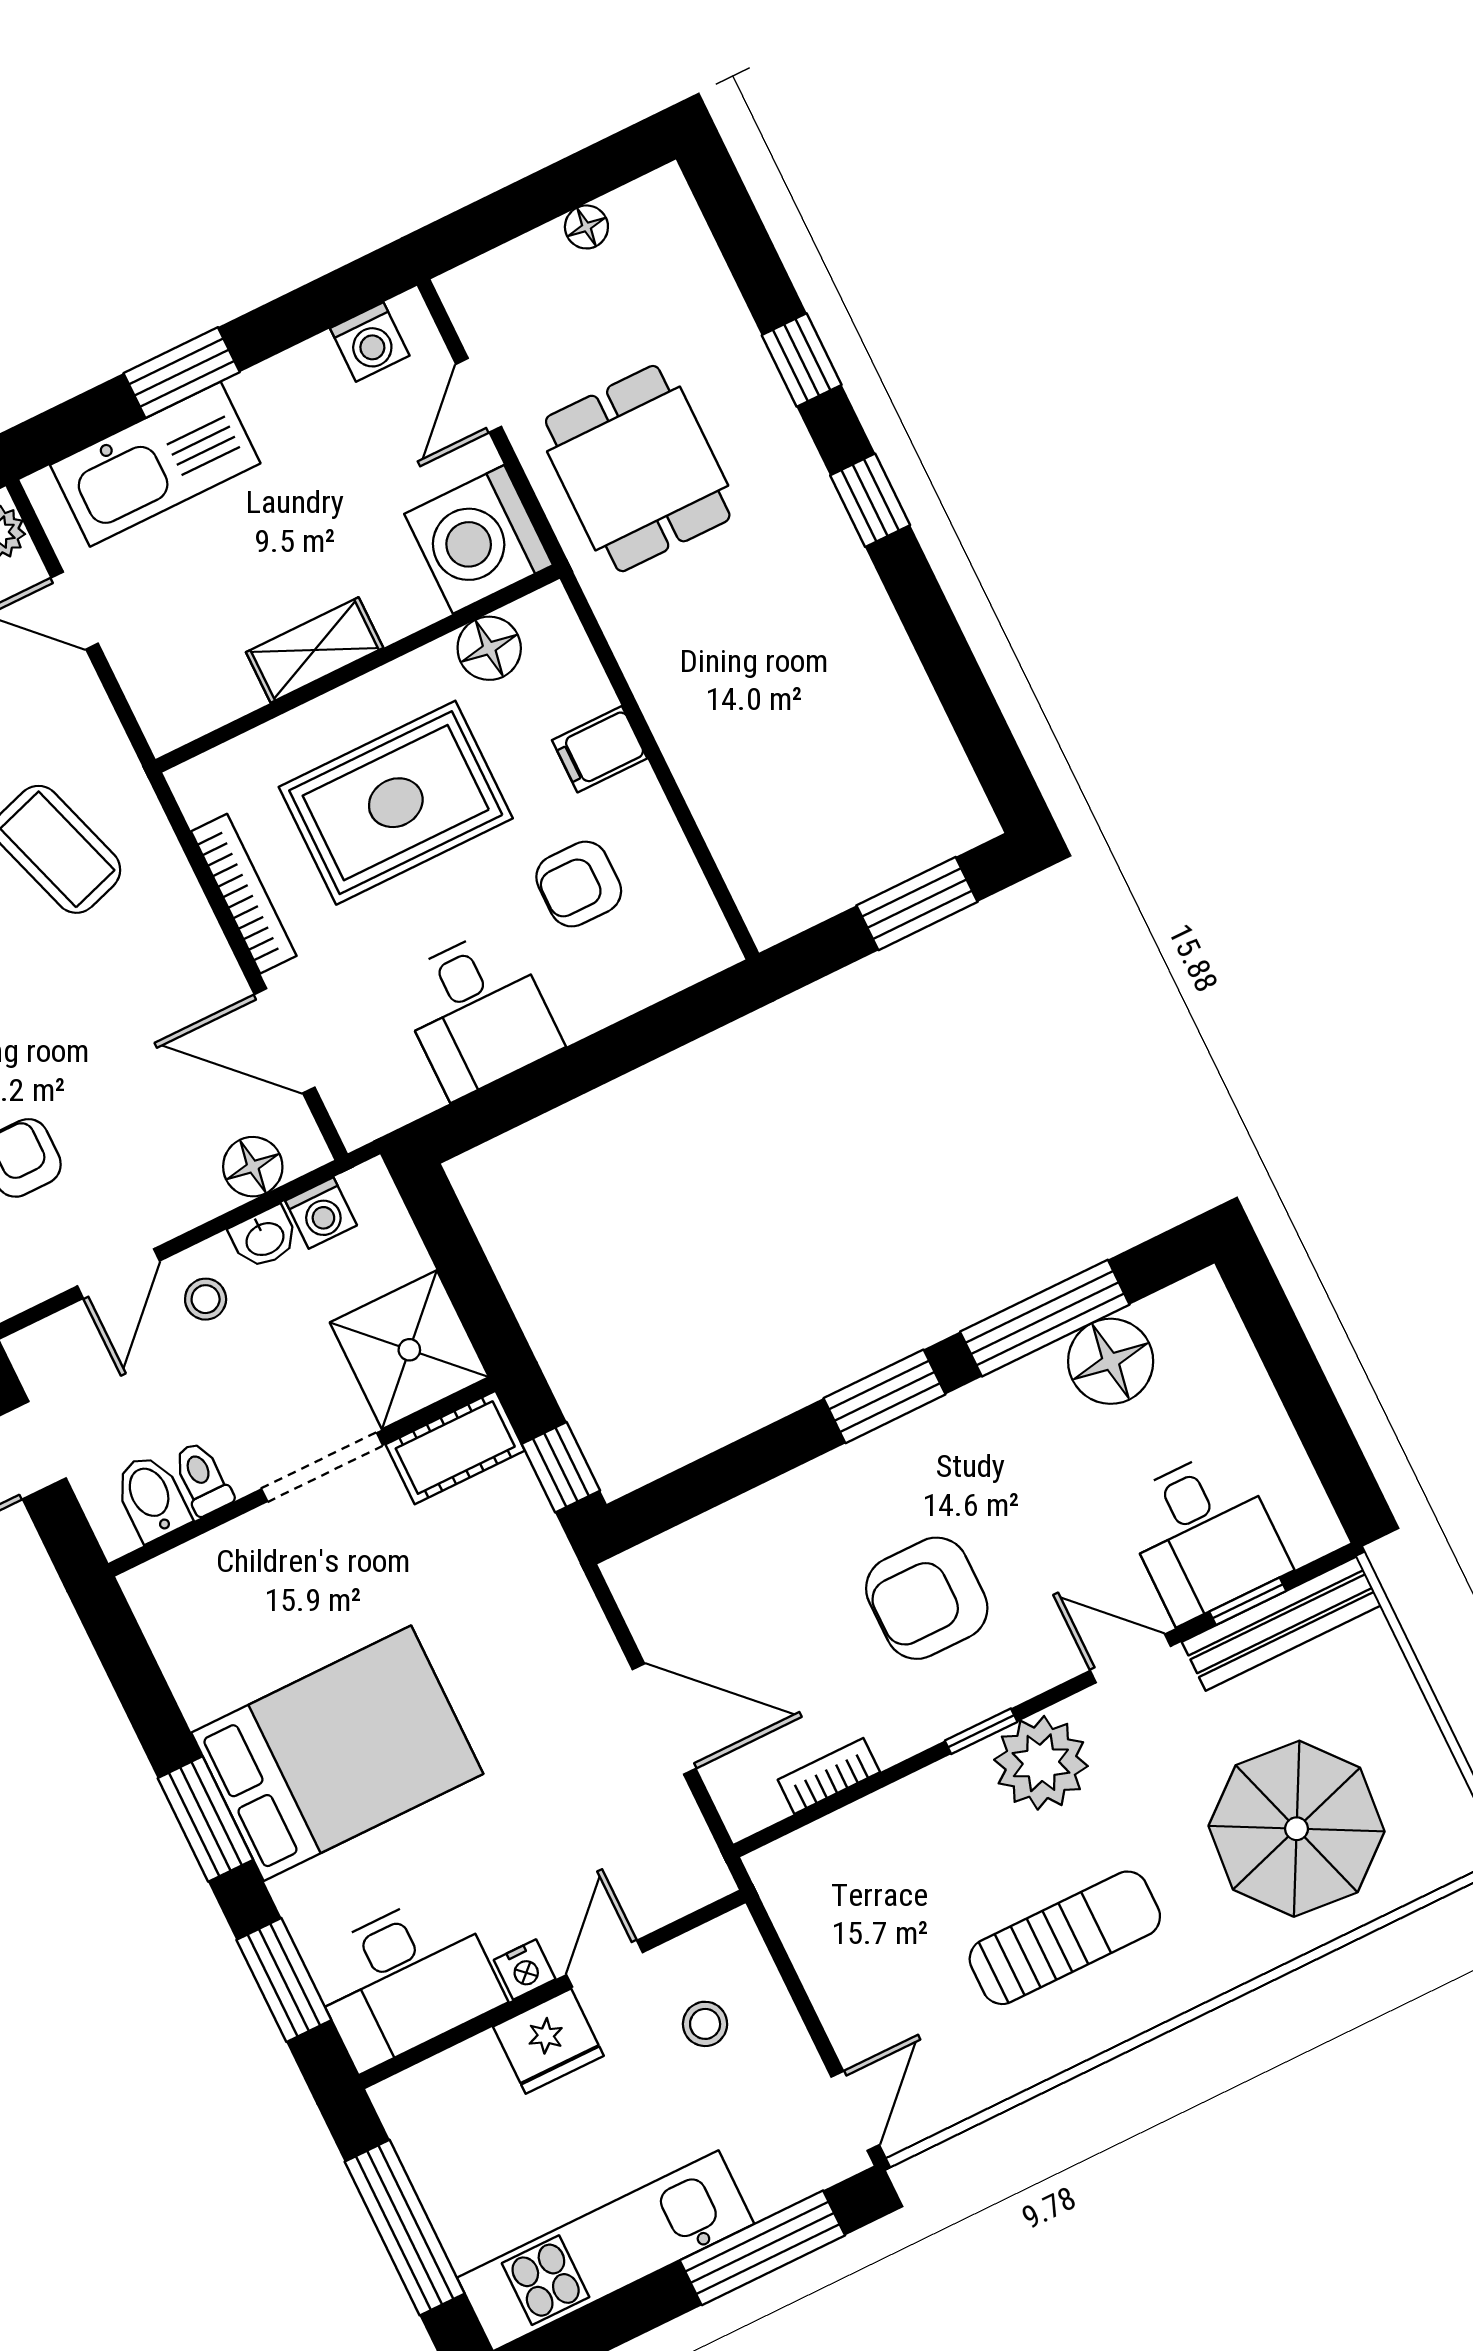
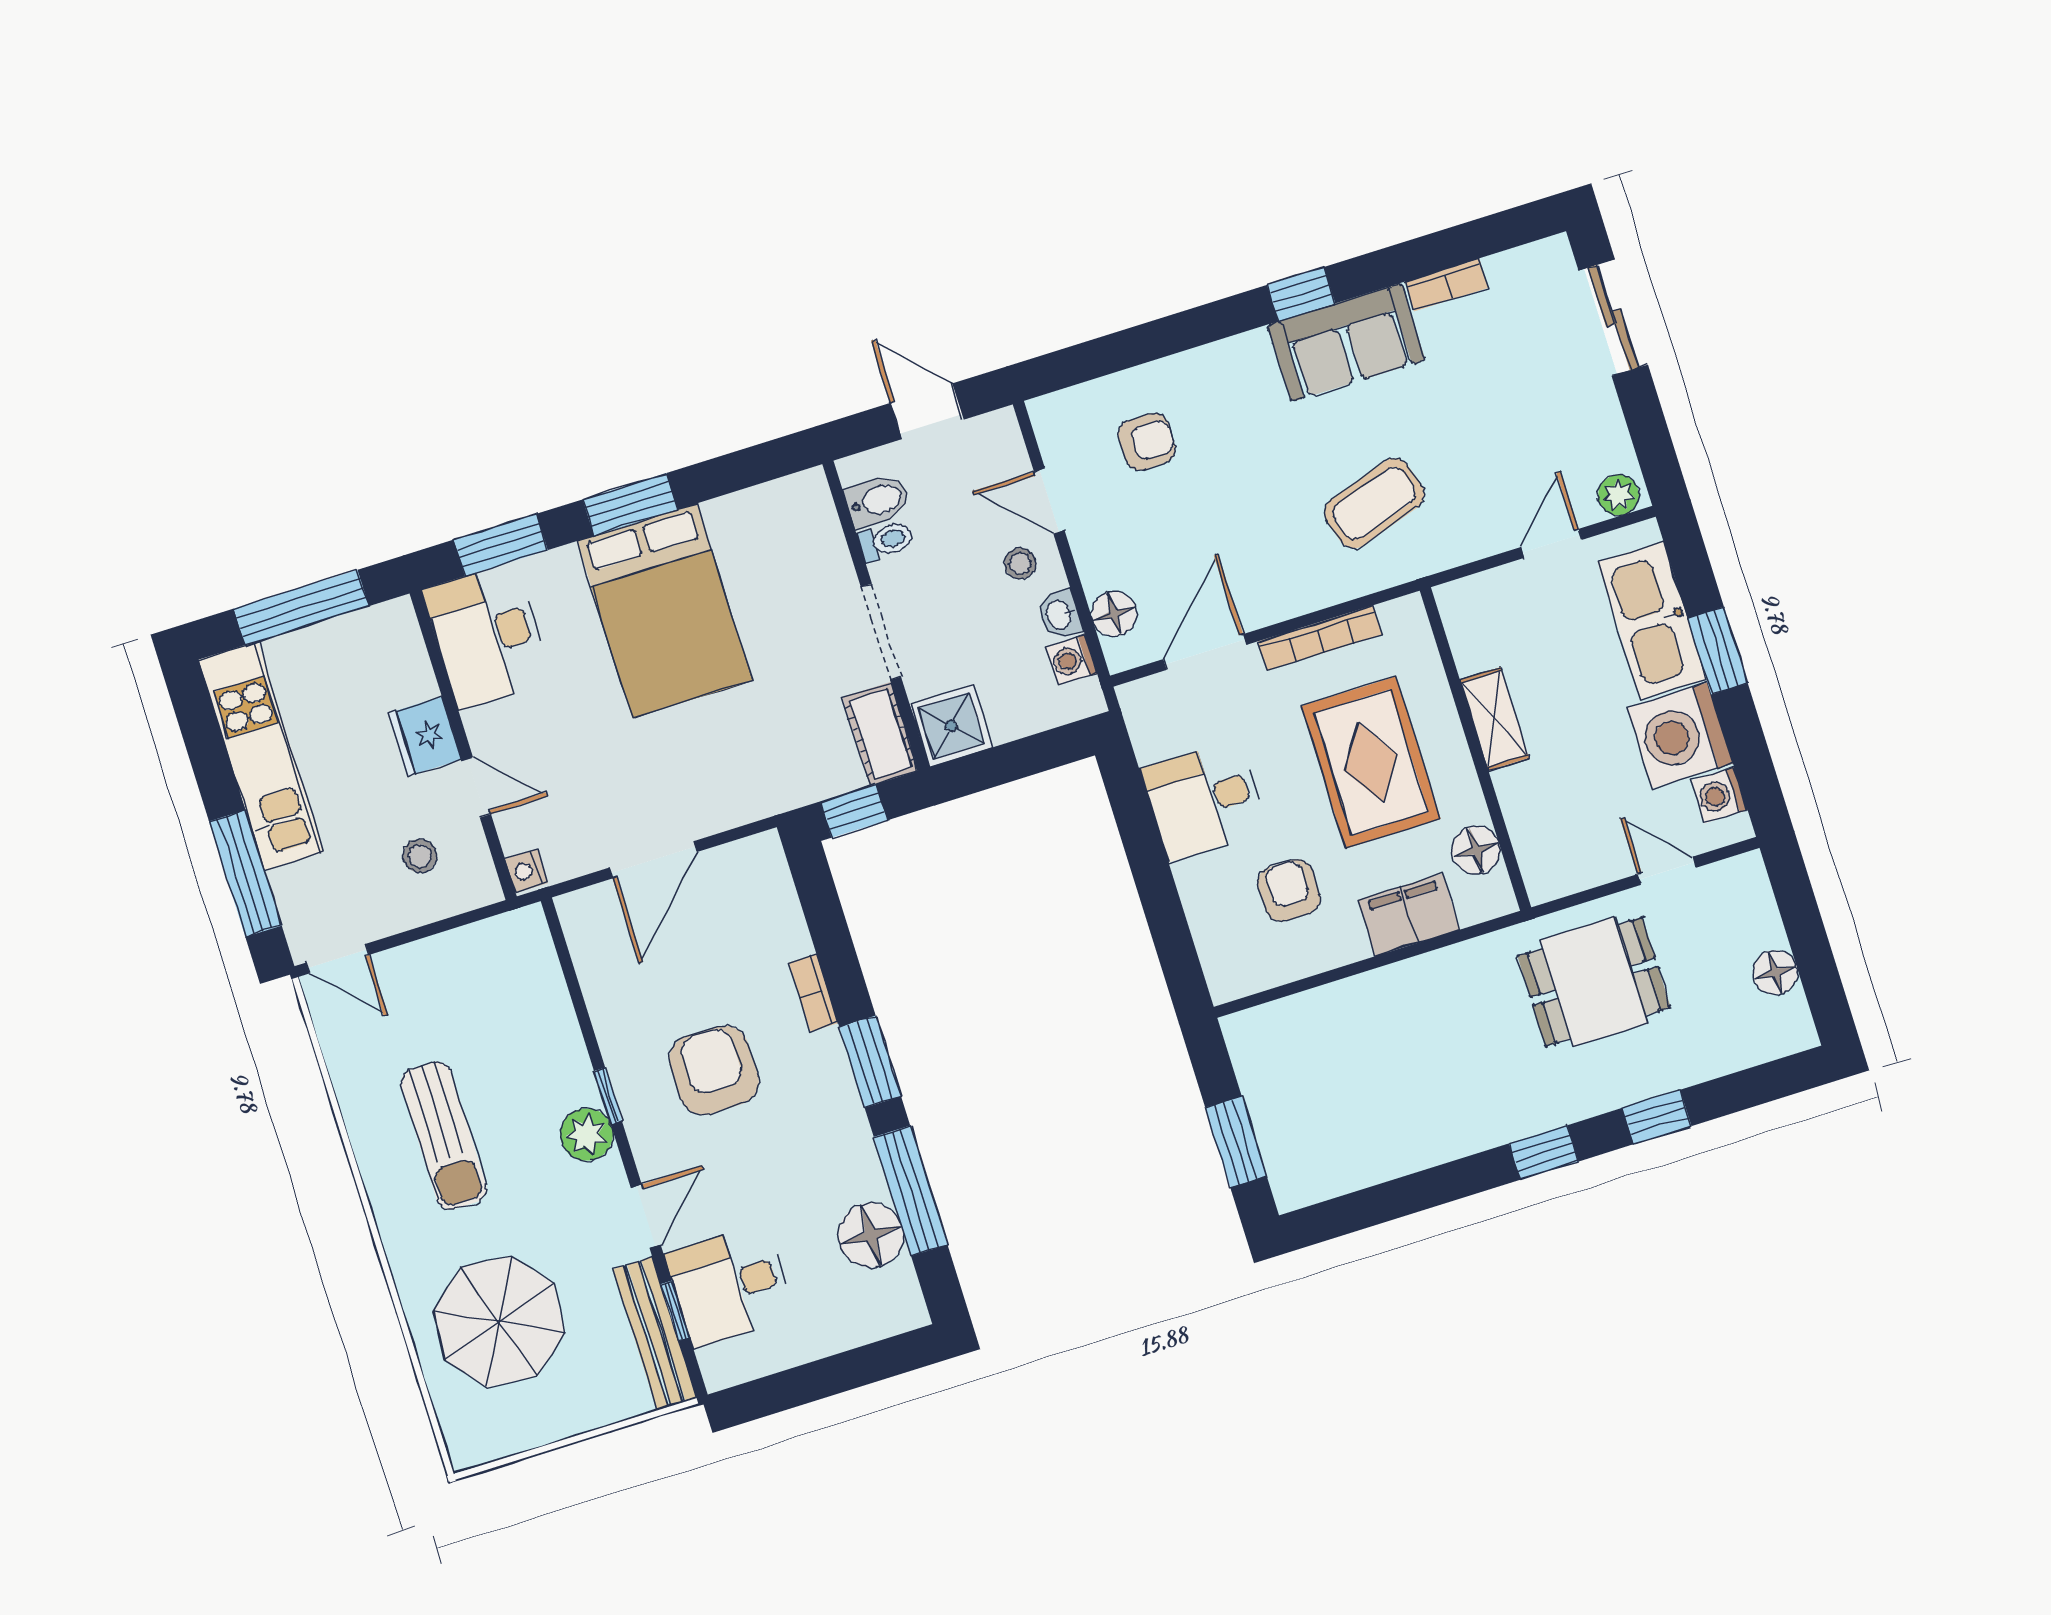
floor lamp: (586, 227) -> (1775, 973), width x1.37, depth x1.37
washing machine: (479, 539) -> (1680, 735), moved, turned -90
filing cabinet: (600, 749) -> (1409, 915), width x2.00
shower: (409, 1350) -> (951, 726), width x0.73, depth x0.73
plant: (1041, 1763) -> (587, 1135), width x0.73, depth x0.73
bookcase: (829, 1776) -> (814, 993), moved, turned 180
nightstand: (525, 1970) -> (526, 871), moved

